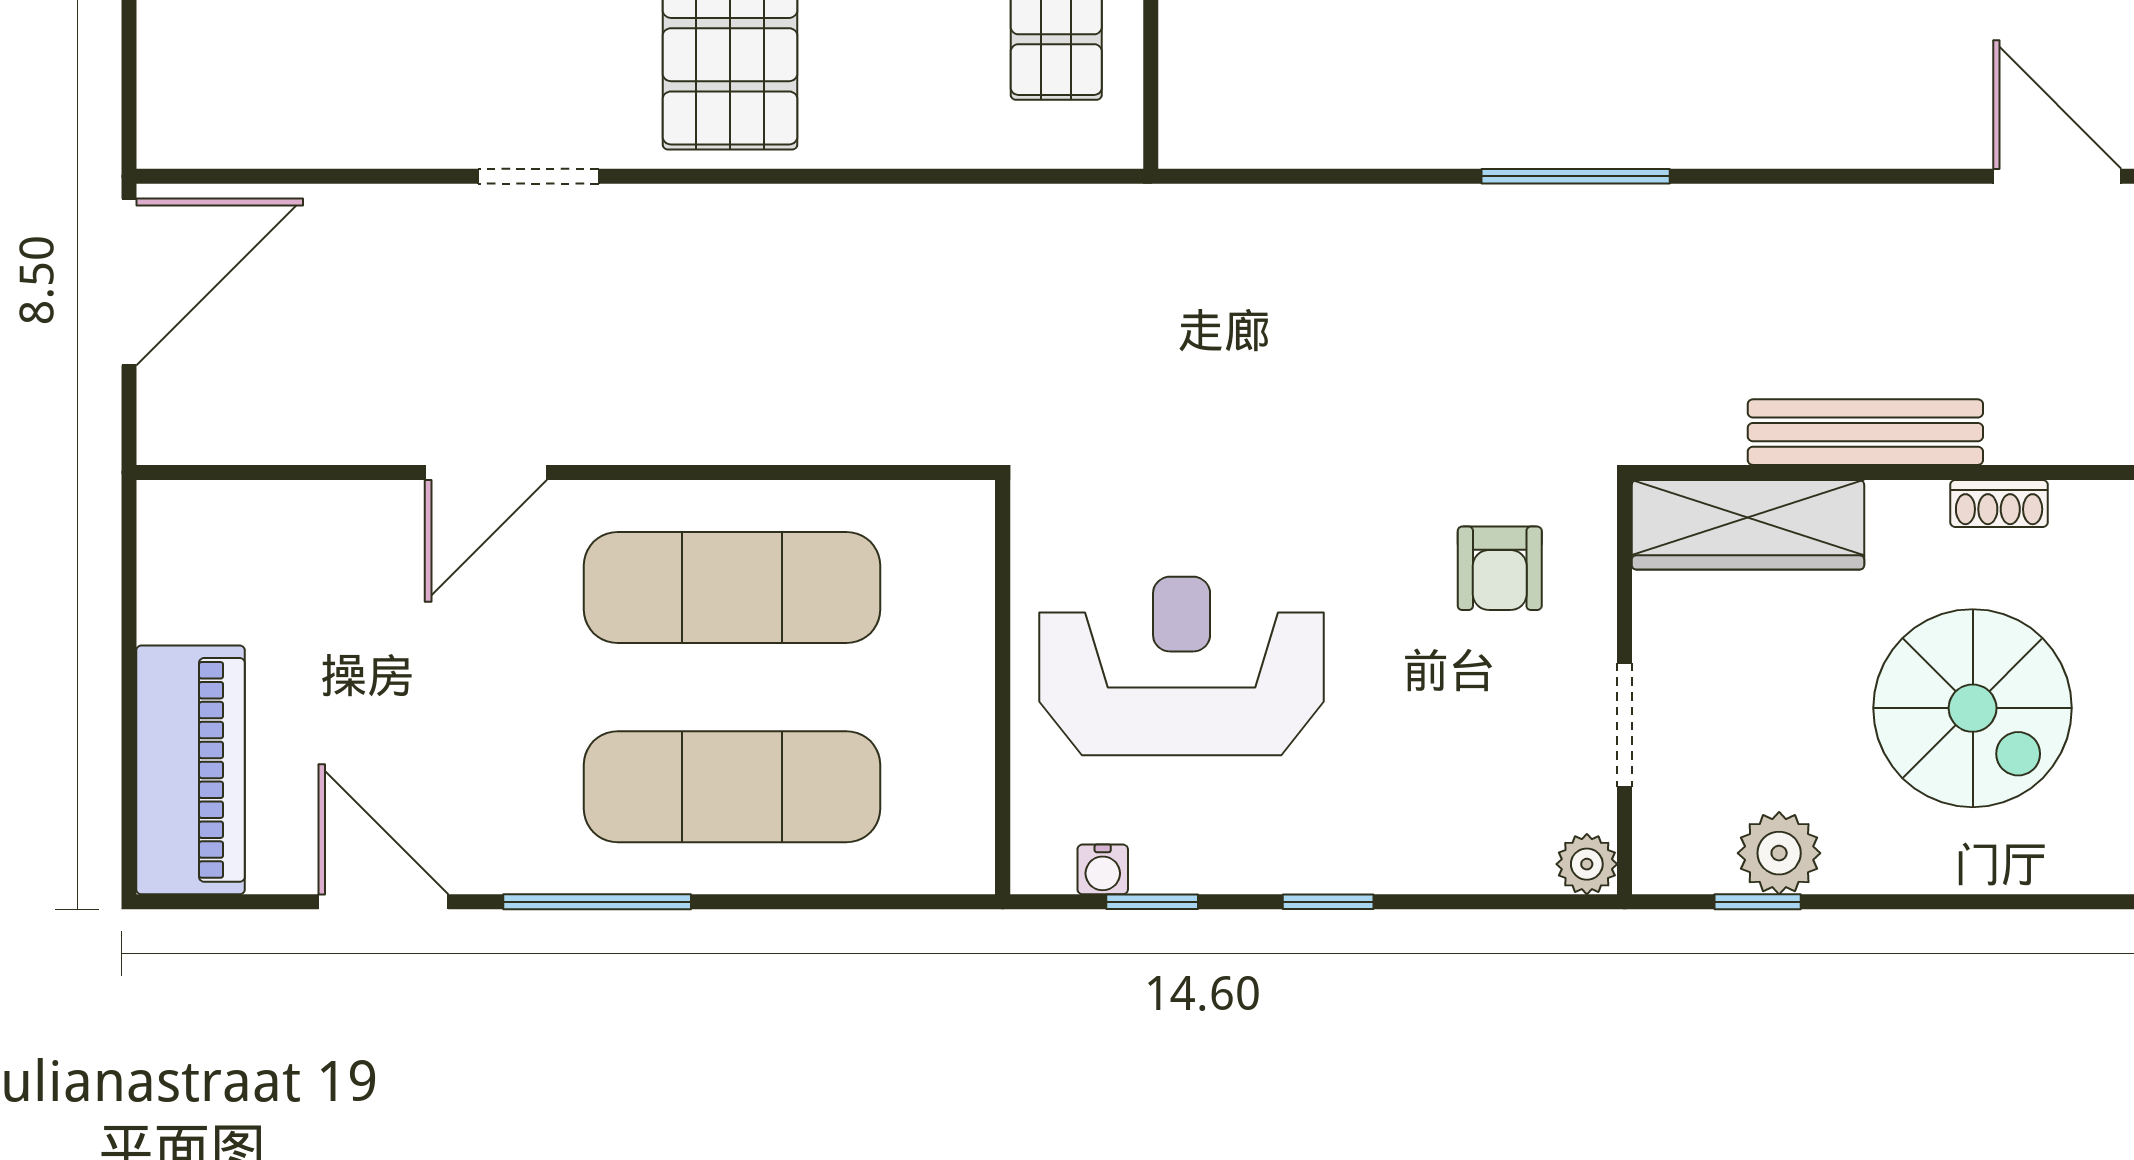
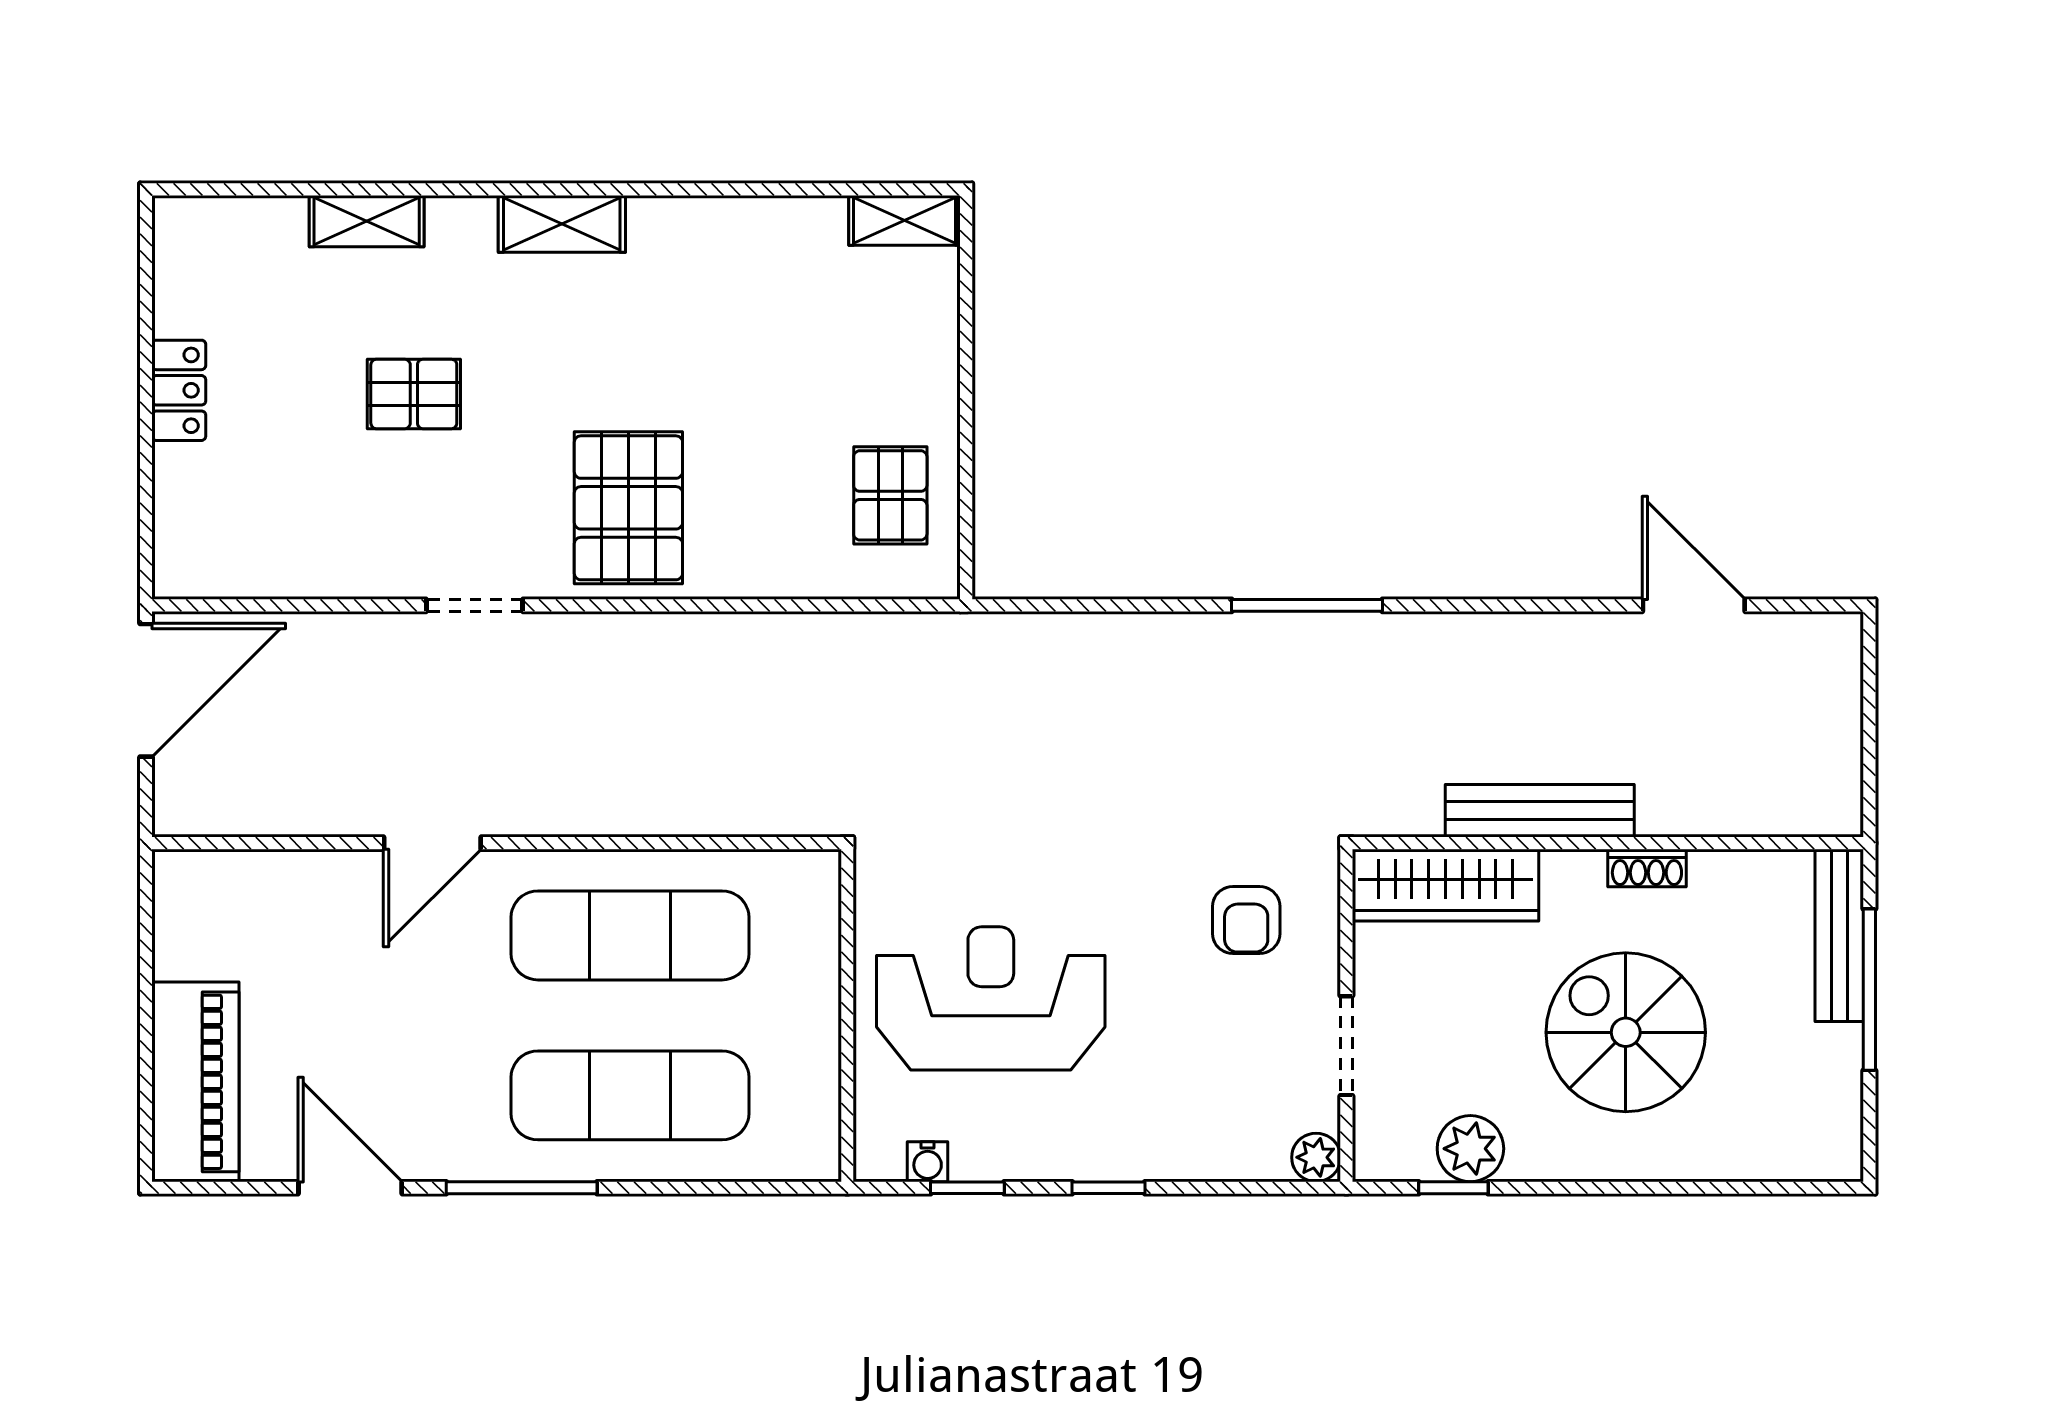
spiral stairs: (1973, 708) -> (1626, 1032), turned 180

